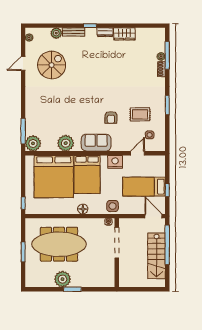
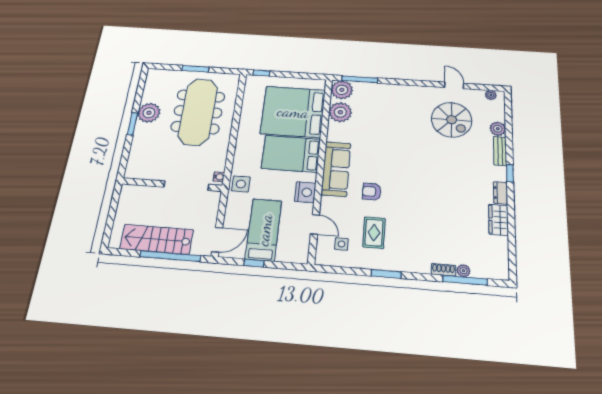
plant: (66, 143) -> (340, 112), moved
sofa: (96, 143) -> (336, 169), width x1.36
floor lamp: (83, 209) -> (242, 145), removed

